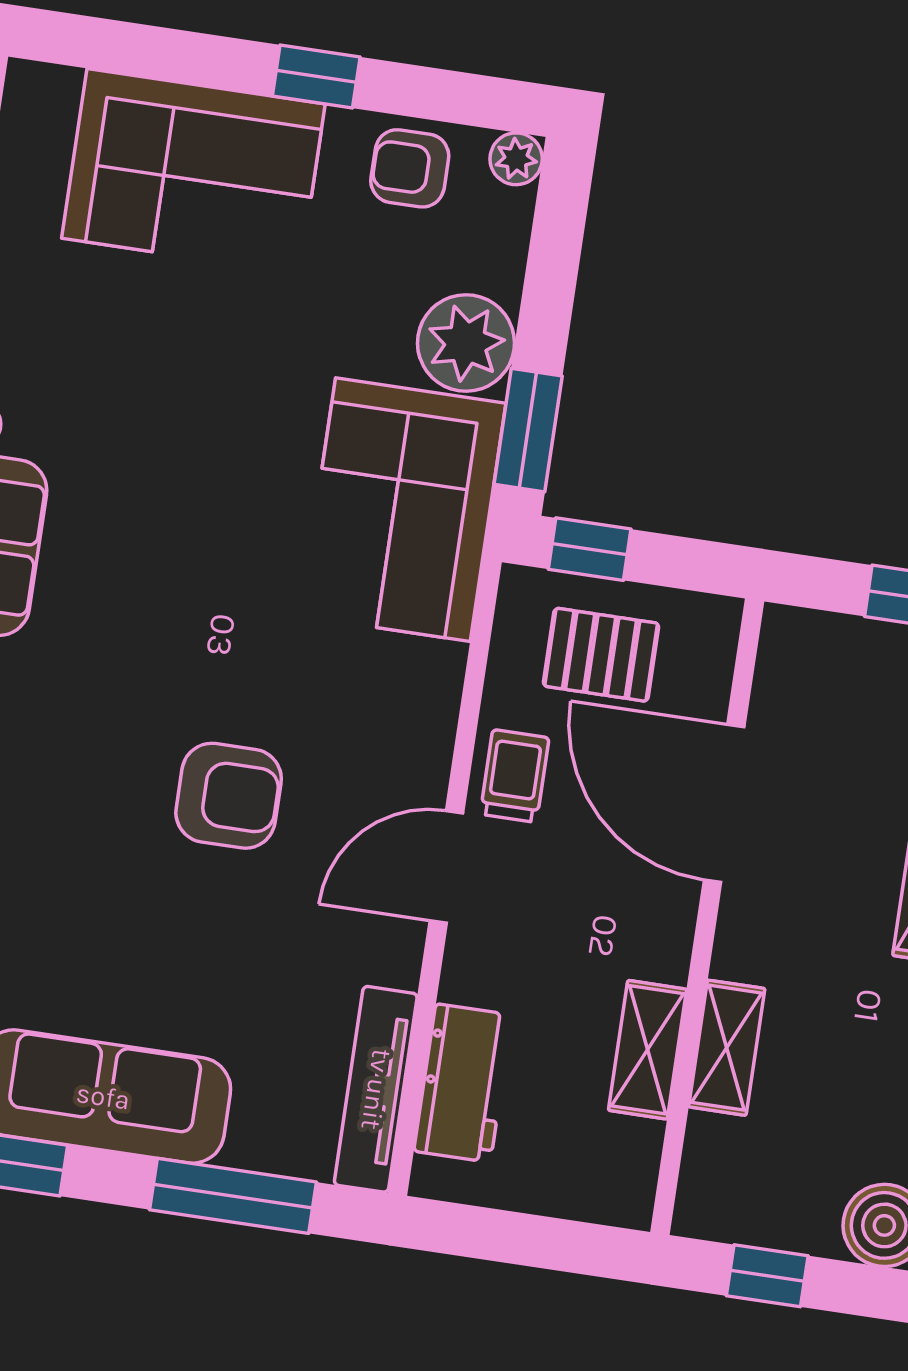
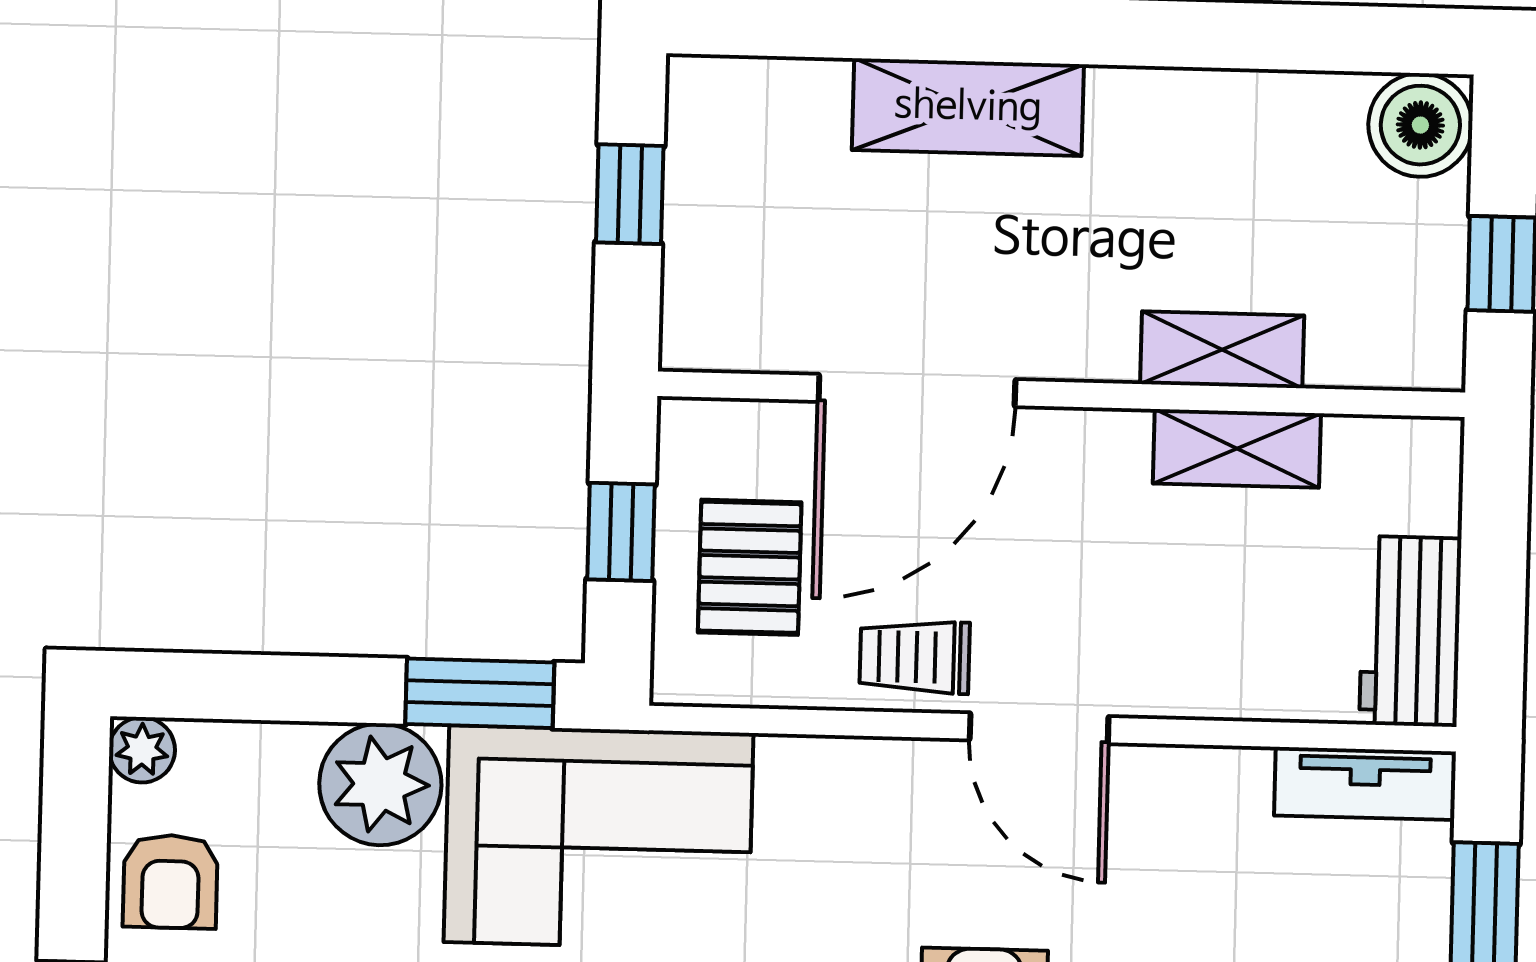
window: (590, 549) -> (621, 532), moved
workbench: (463, 1083) -> (1410, 631), moved, turned -90
tv unit: (376, 1089) -> (1365, 783), width x0.71

